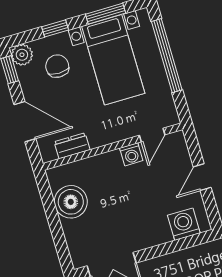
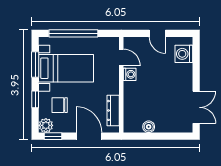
door: (25, 122) -> (89, 136), hinge flipped
dresser: (72, 146) -> (113, 110), width x1.44
boiler: (71, 202) -> (149, 127), width x0.54, depth x0.54

